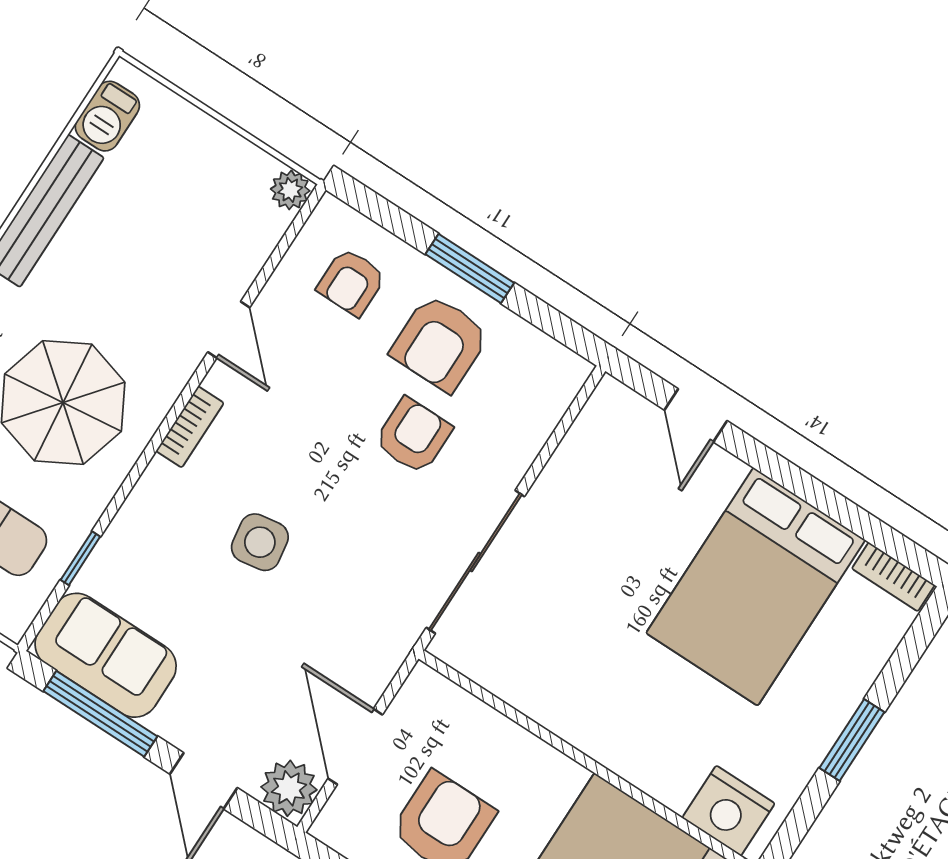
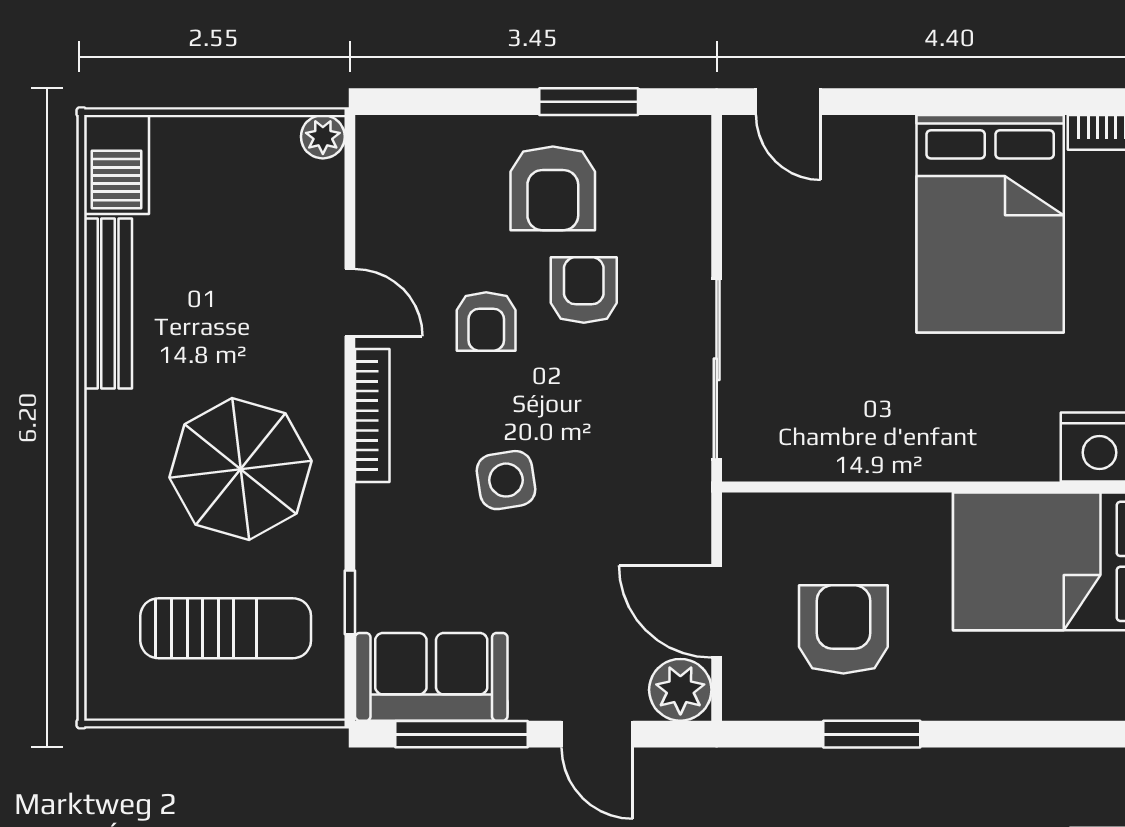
barbecue: (107, 116) -> (117, 165), width x1.38, depth x1.27
window: (470, 269) -> (589, 102), moved
armchair: (351, 282) -> (486, 321), moved
door: (696, 415) -> (788, 102), moved
bookcase: (190, 427) -> (372, 416), width x1.56

